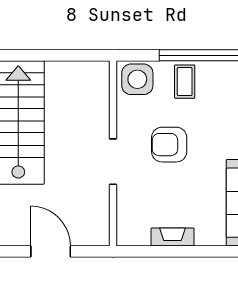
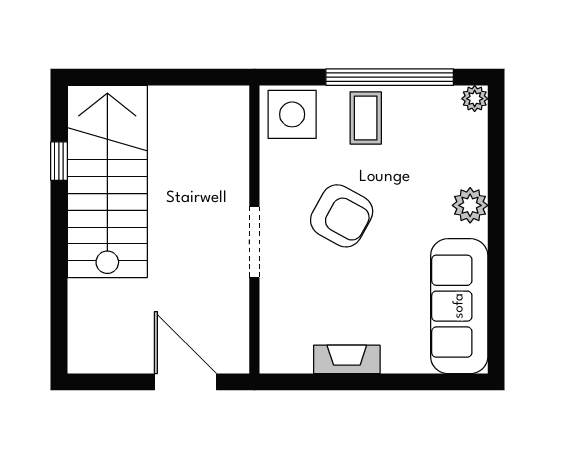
armchair: (169, 145) -> (342, 216), turned -151
door: (51, 251) -> (186, 382), moved

